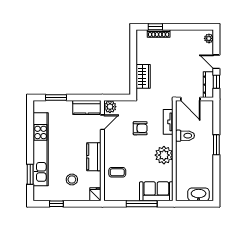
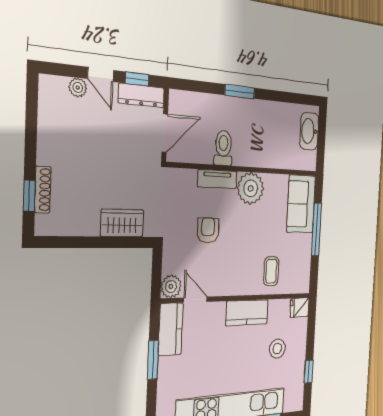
plant: (209, 38) -> (78, 87), moved
door: (216, 62) -> (101, 74), hinge flipped
window: (56, 98) -> (153, 360), moved
tv unit: (168, 122) -> (217, 179), moved

